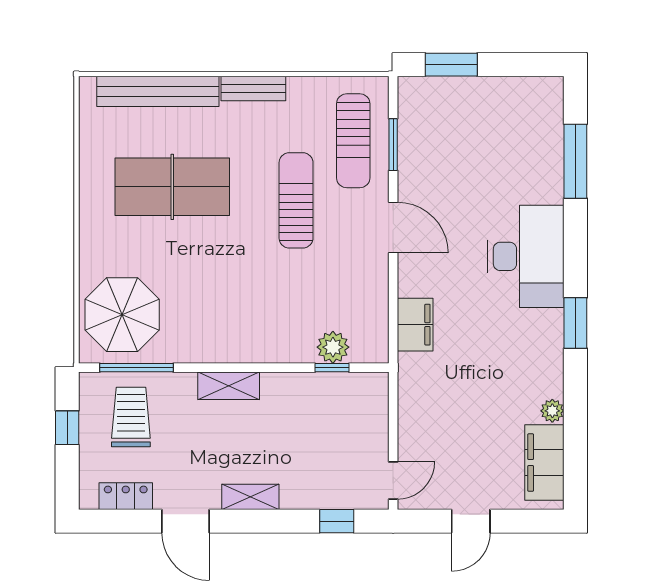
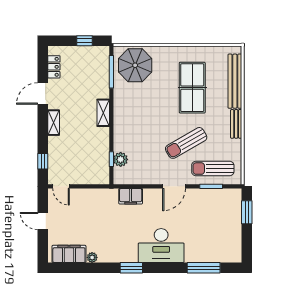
sun lounger: (296, 200) -> (186, 143), turned 150
trolley: (131, 417) -> (89, 69), removed

